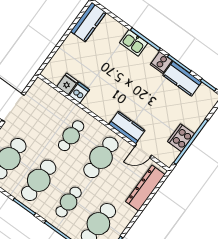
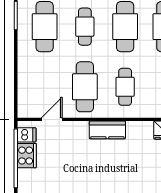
dishwasher: (79, 93) -> (27, 135), moved, turned -90
kitchen counter: (127, 127) -> (107, 130), moved
dresser: (145, 188) -> (26, 88), removed

